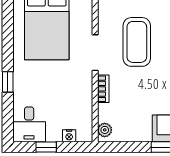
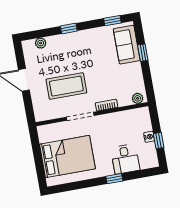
desk: (29, 124) -> (125, 159), moved, turned 90
nightstand: (69, 136) -> (149, 137), moved

